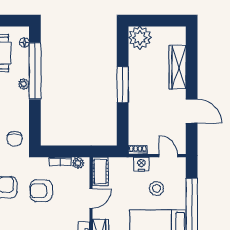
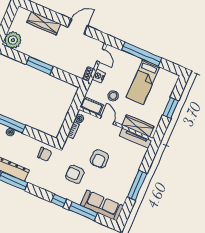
door: (168, 156) -> (101, 55), swing flipped
stool: (157, 188) -> (113, 96), moved
armchair: (41, 191) -> (99, 159), moved

